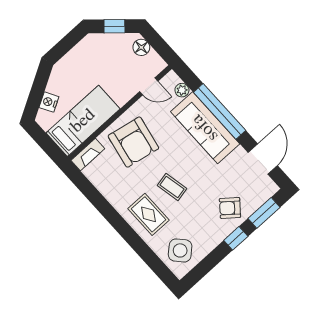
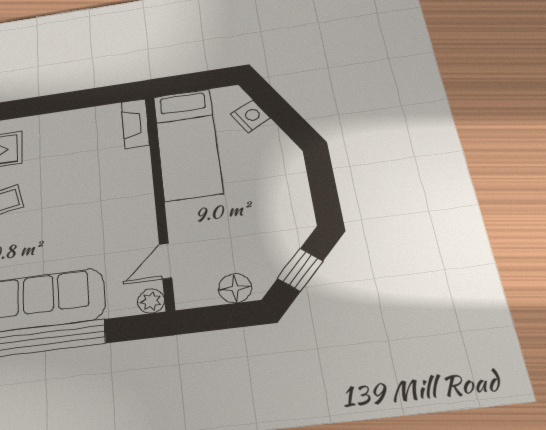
plant: (182, 90) -> (151, 301), moved
armchair: (133, 142) -> (103, 191), removed

